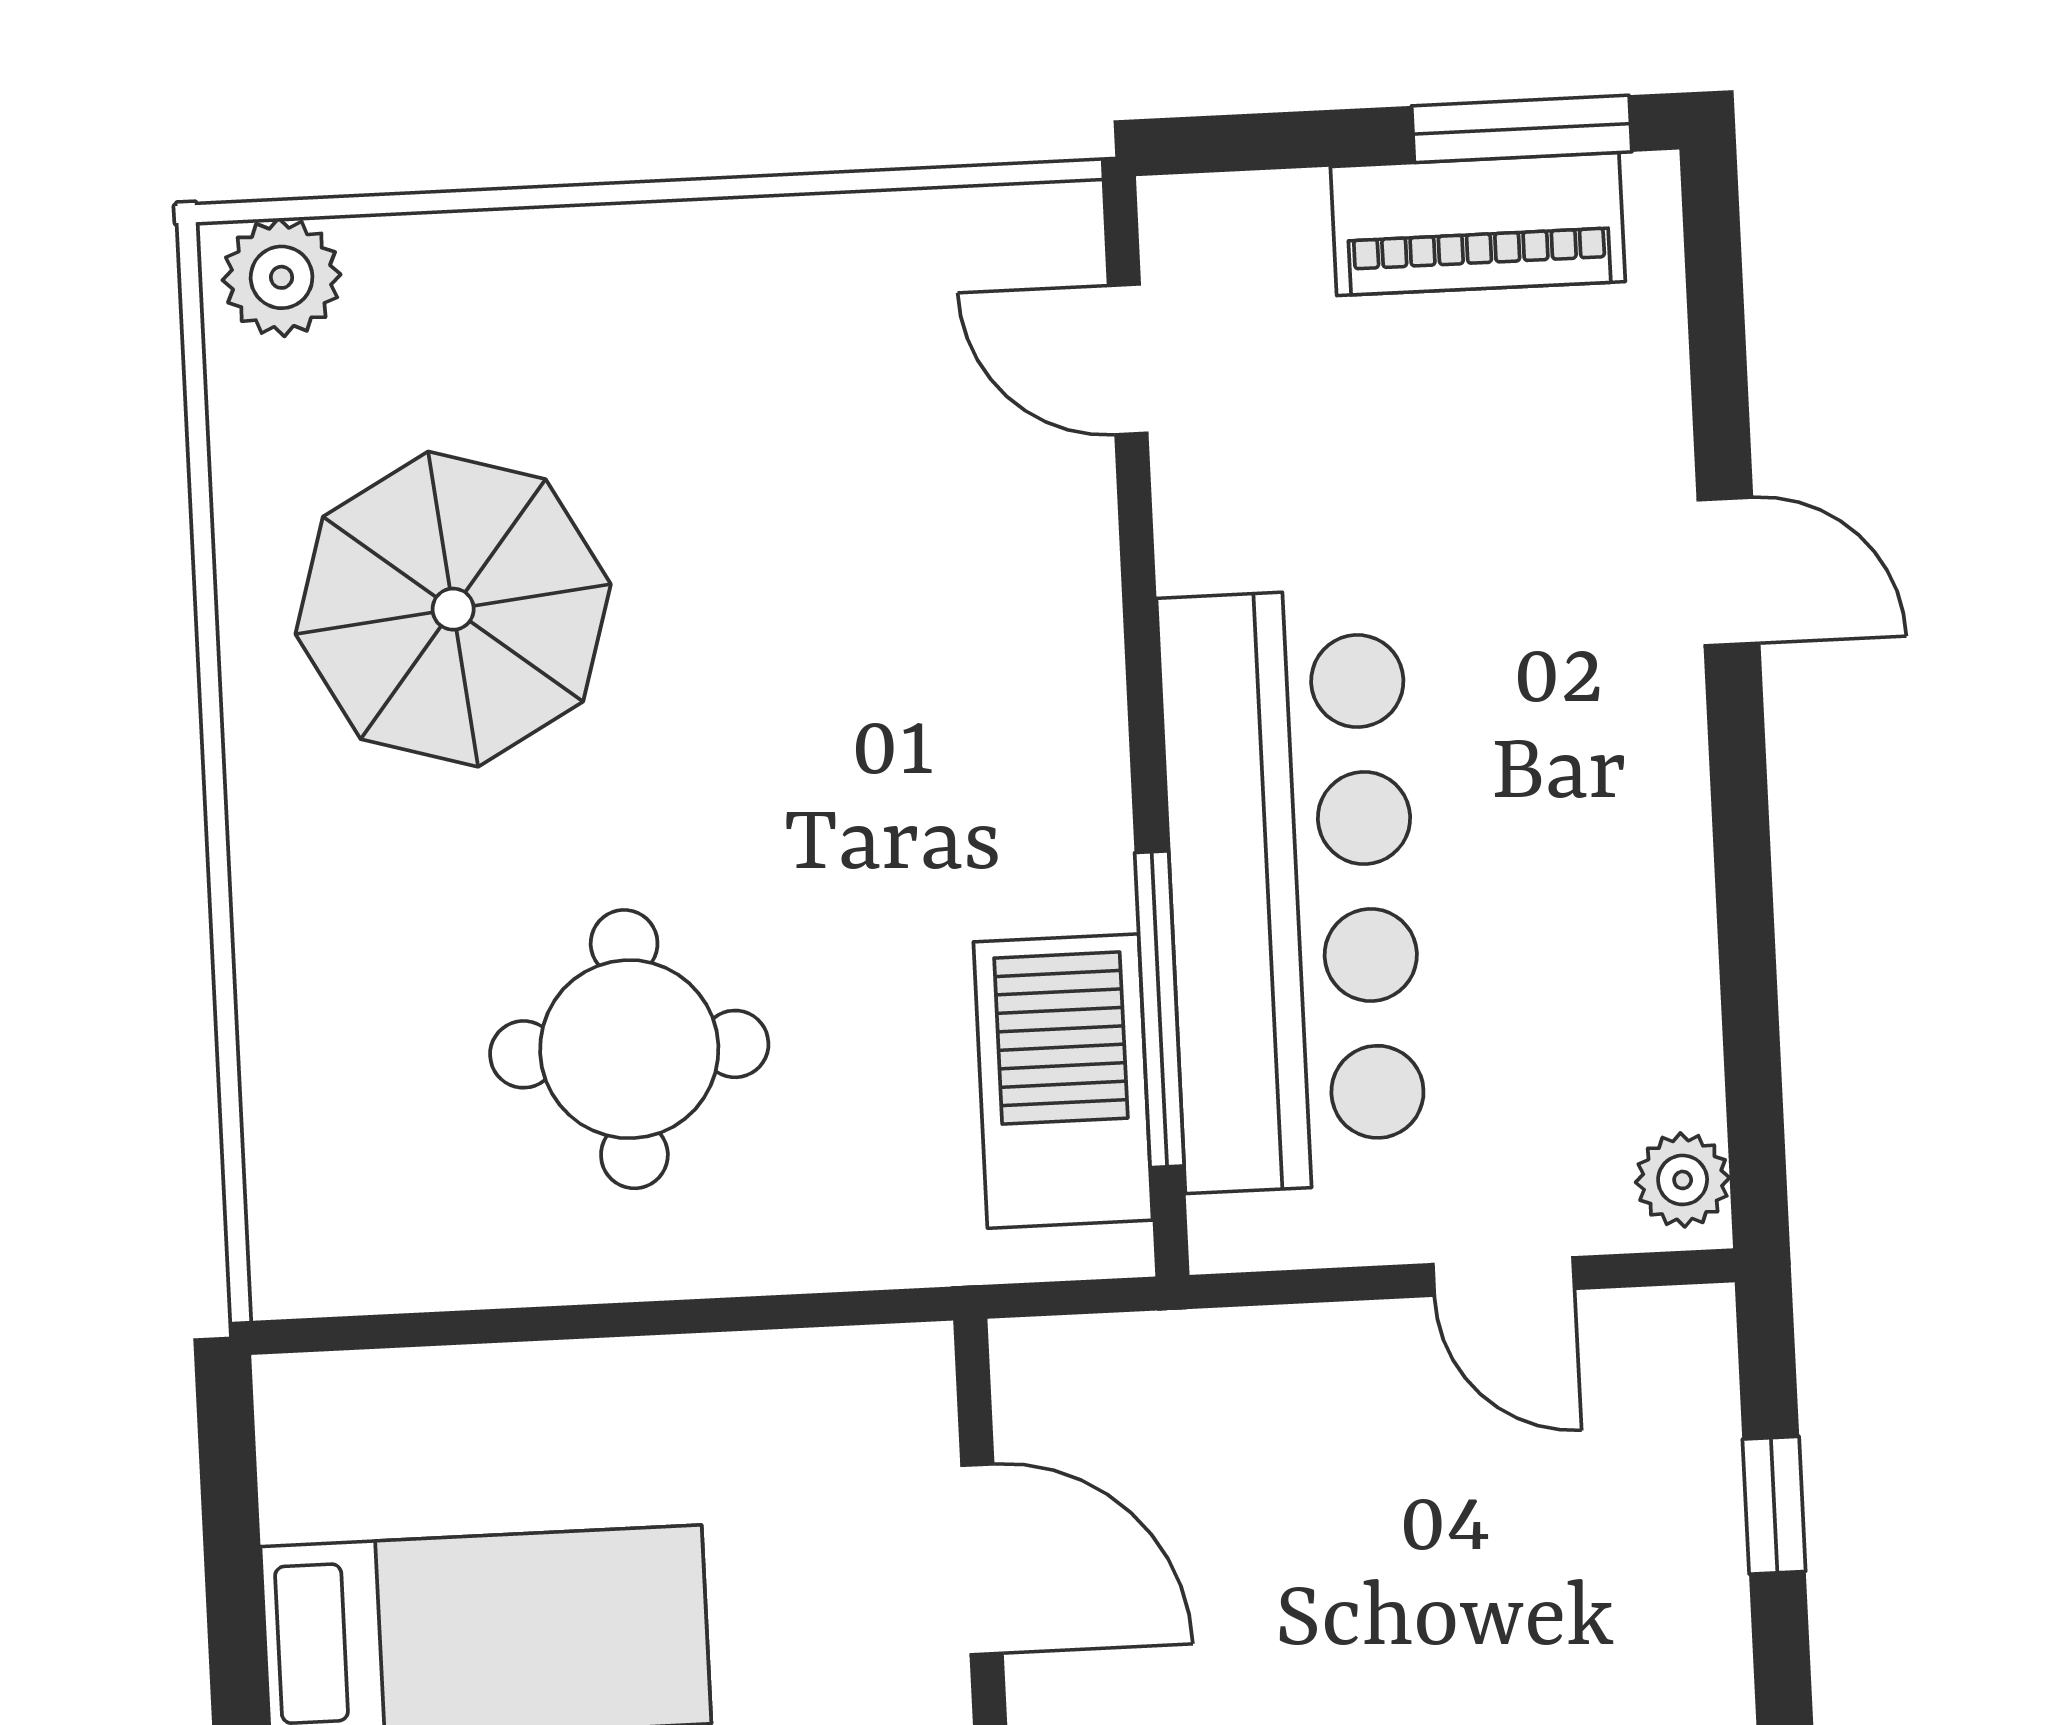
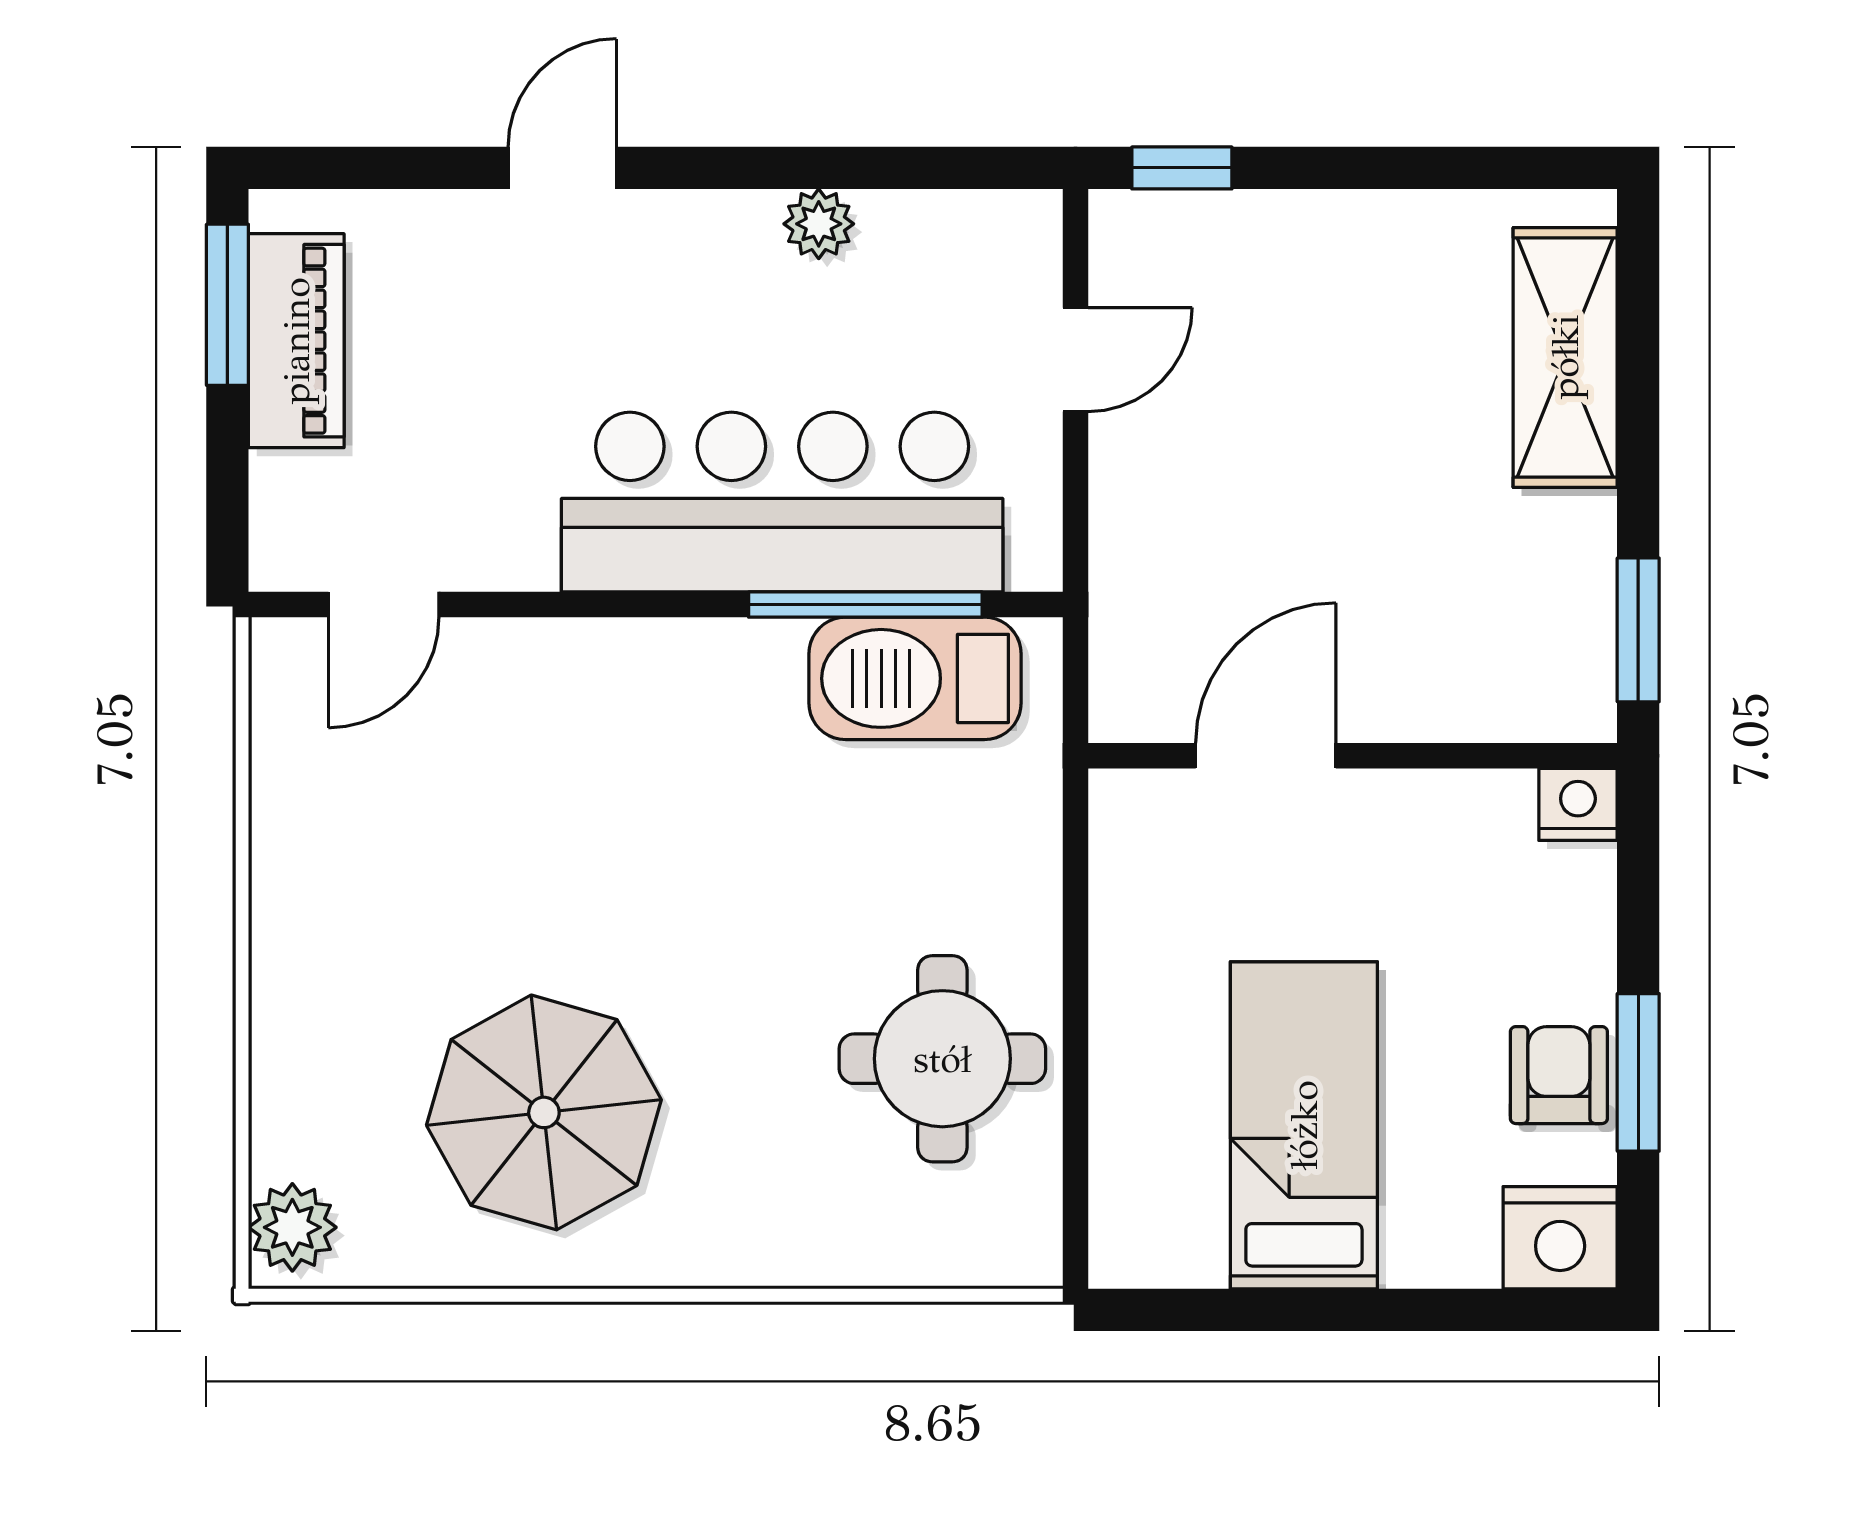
round table: (629, 1049) -> (942, 1059), moved
plant: (1683, 1180) -> (819, 224), moved
window: (1774, 1505) -> (1182, 168), moved

